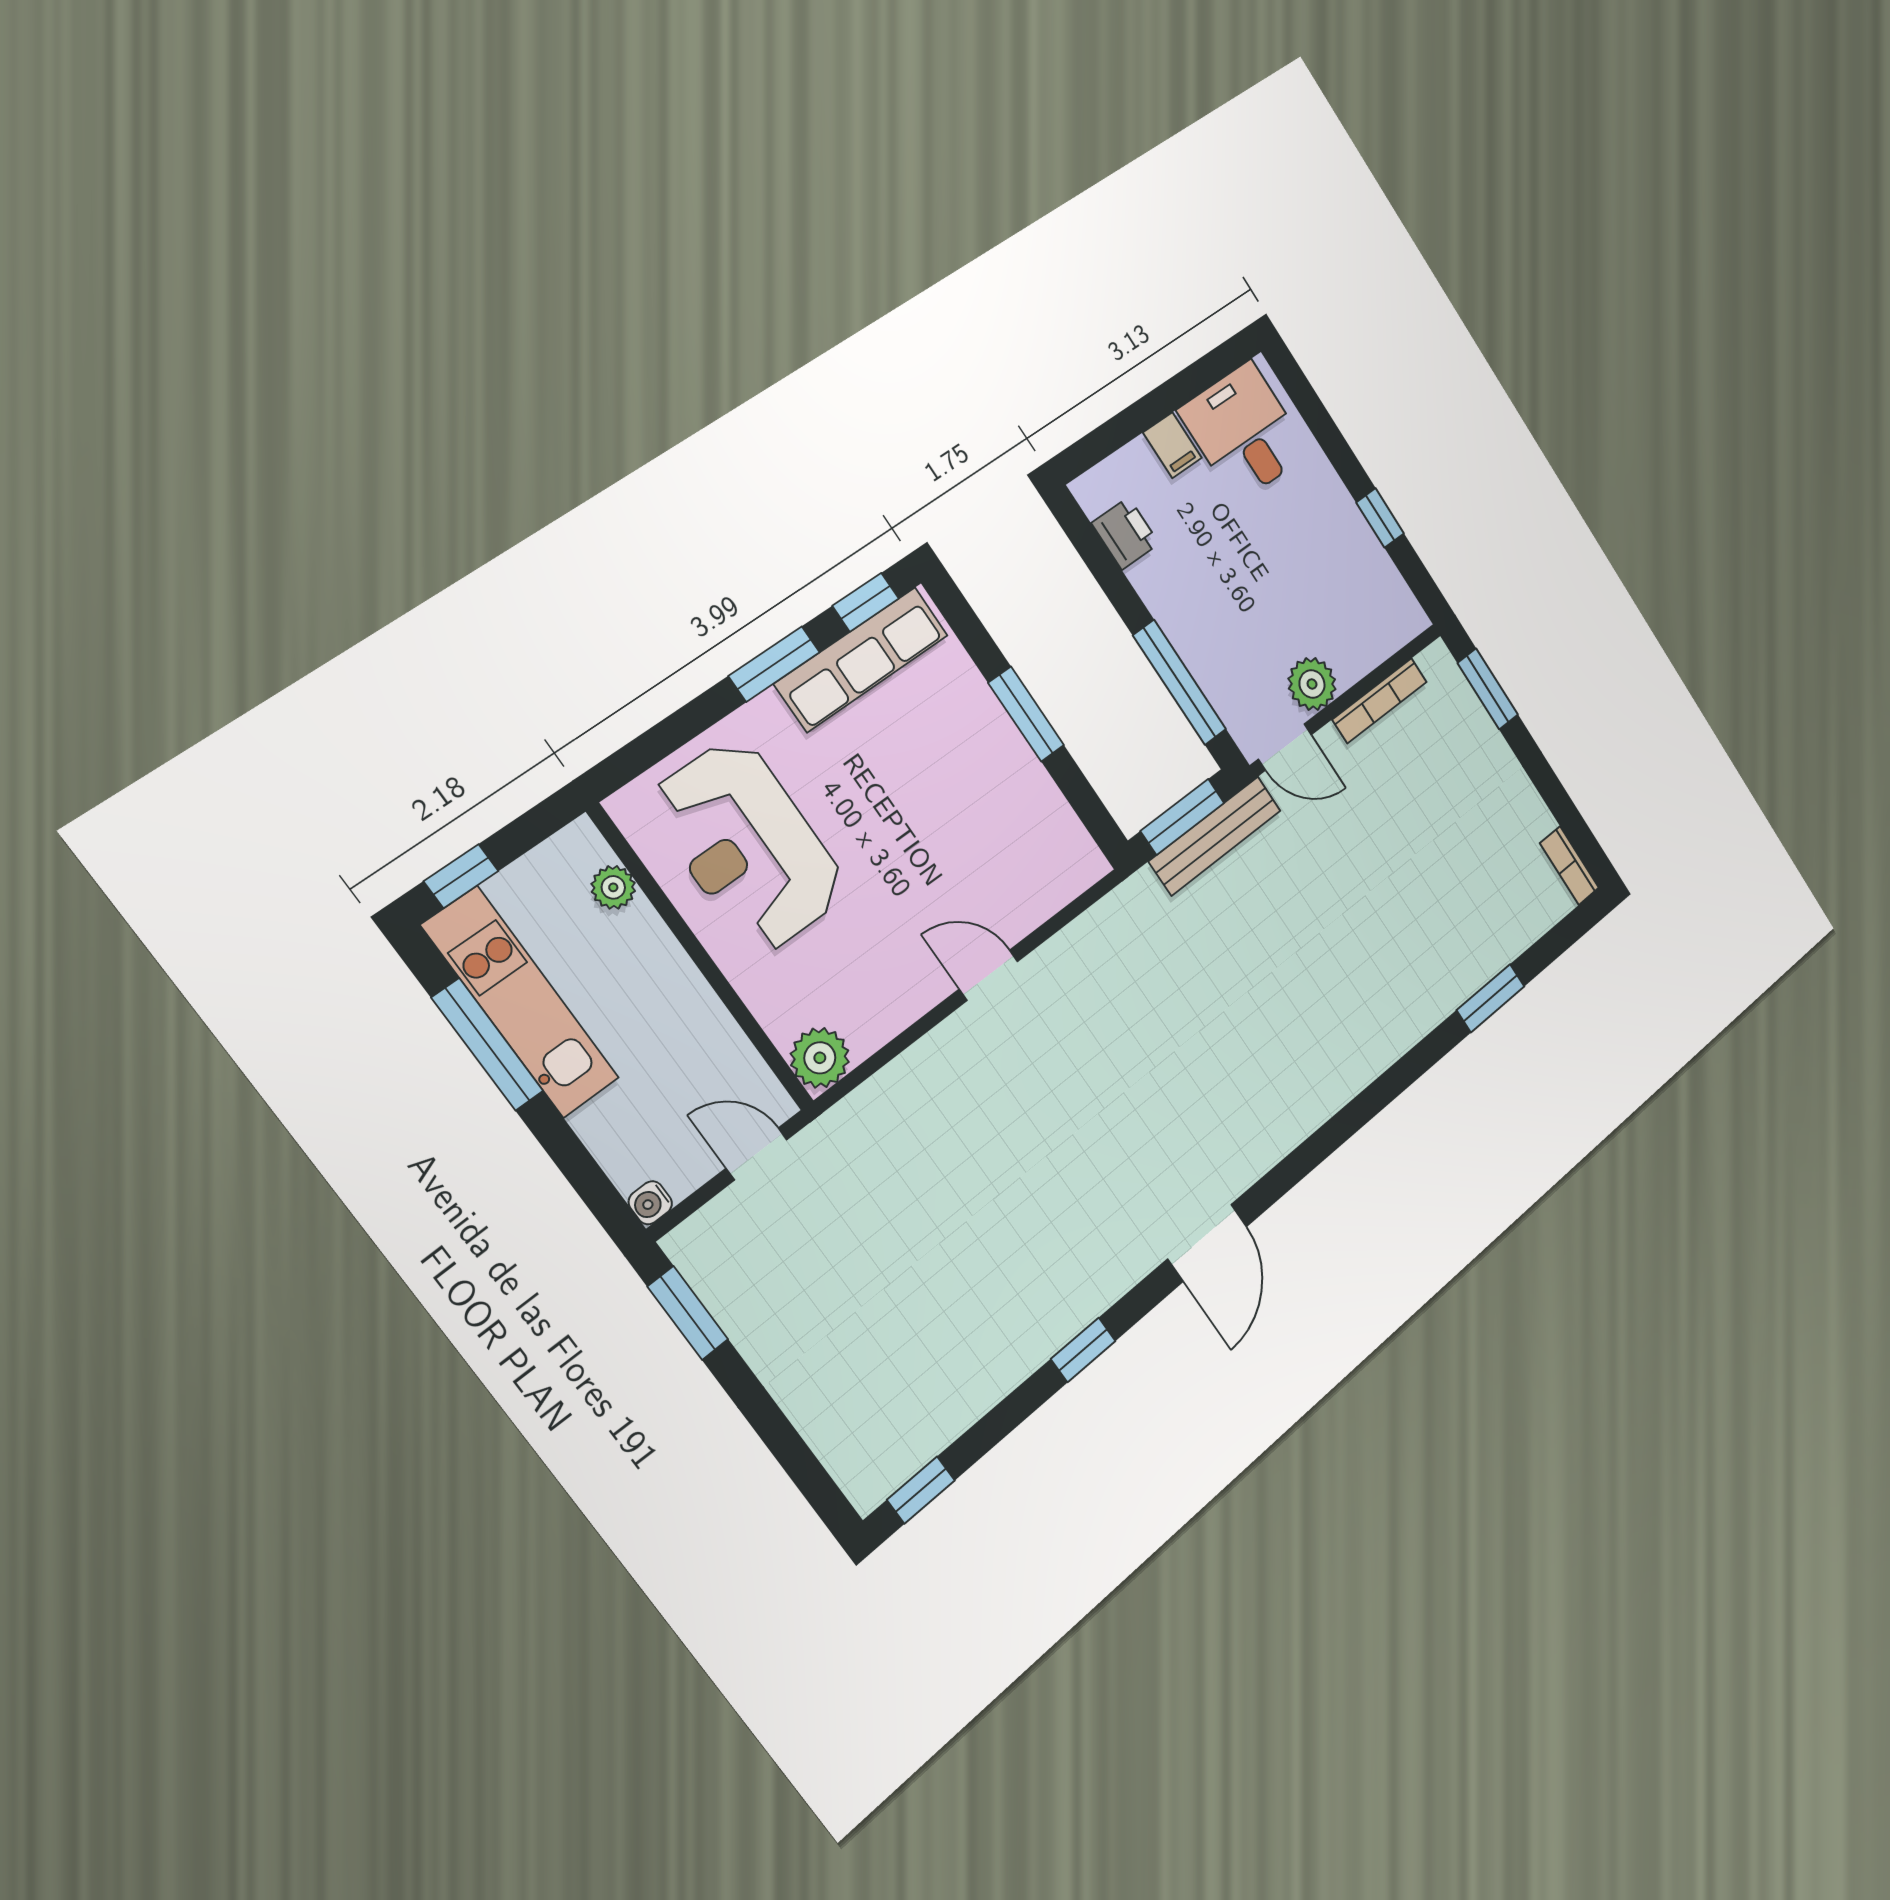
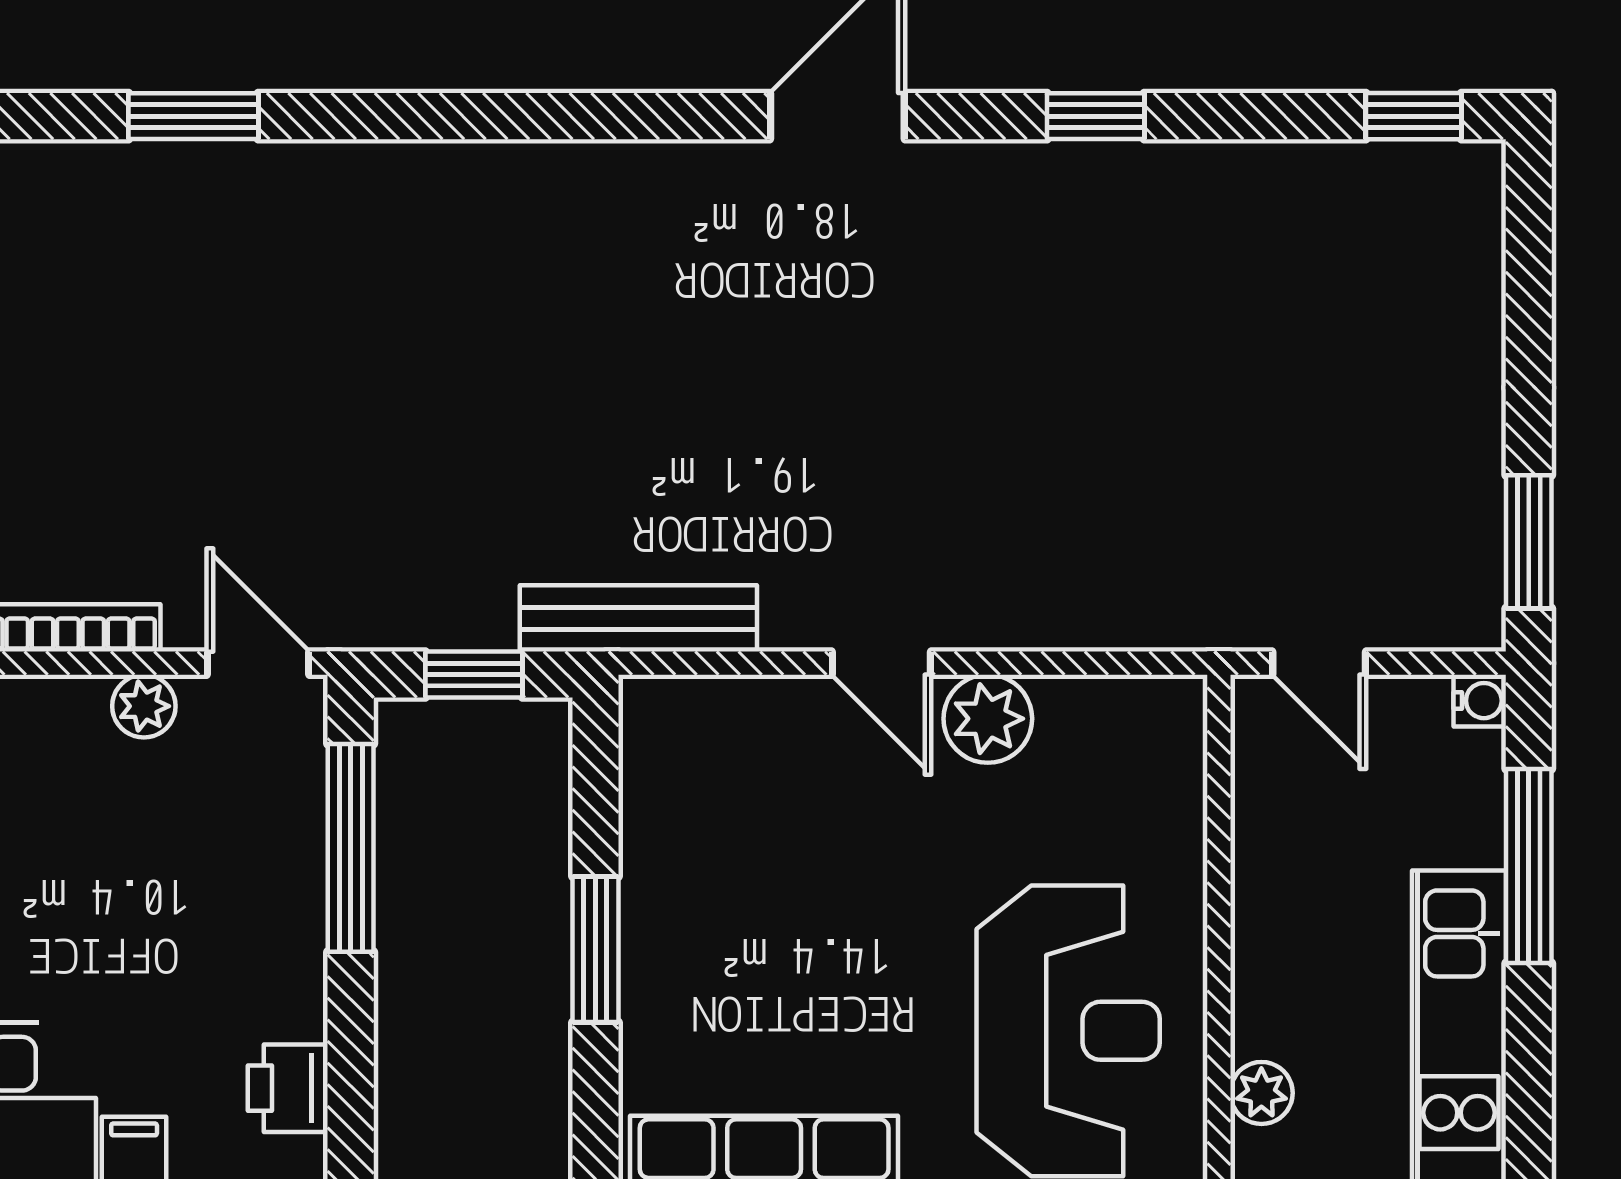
plant: (1312, 684) -> (144, 706), width x0.73, depth x0.73
window: (1182, 817) -> (474, 675), width x0.67
bench: (1215, 836) -> (638, 618), moved
window: (487, 1044) -> (1529, 866), moved
plant: (820, 1058) -> (988, 719), moved

